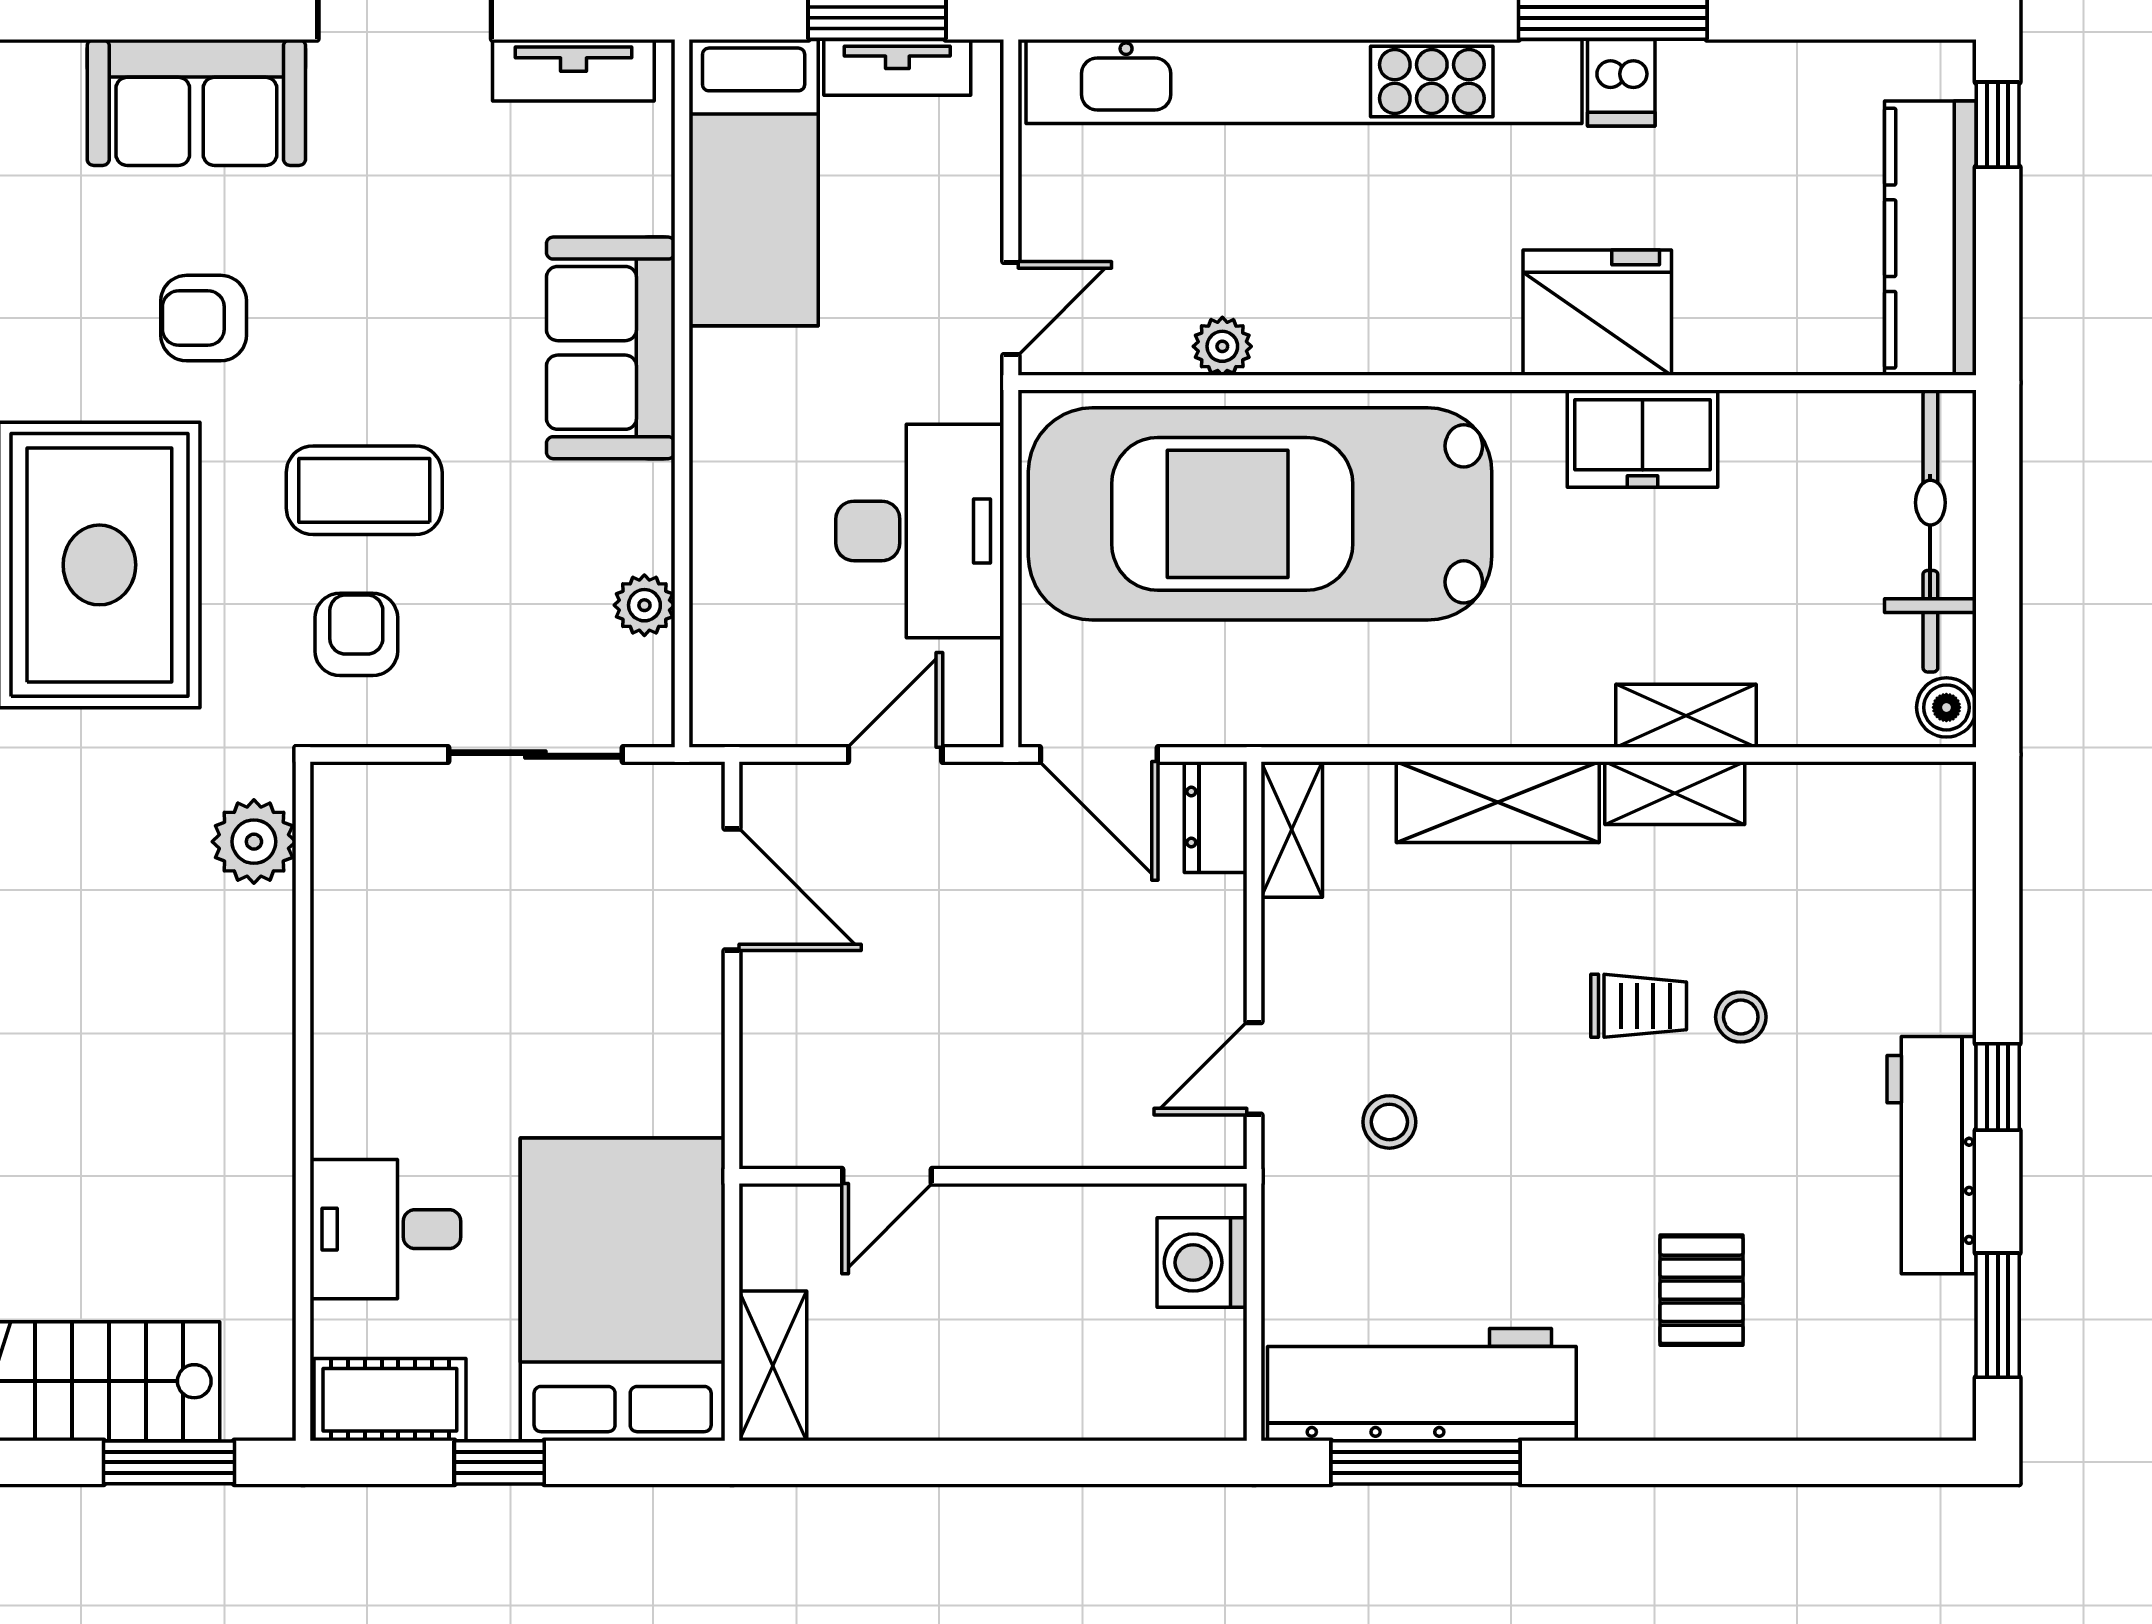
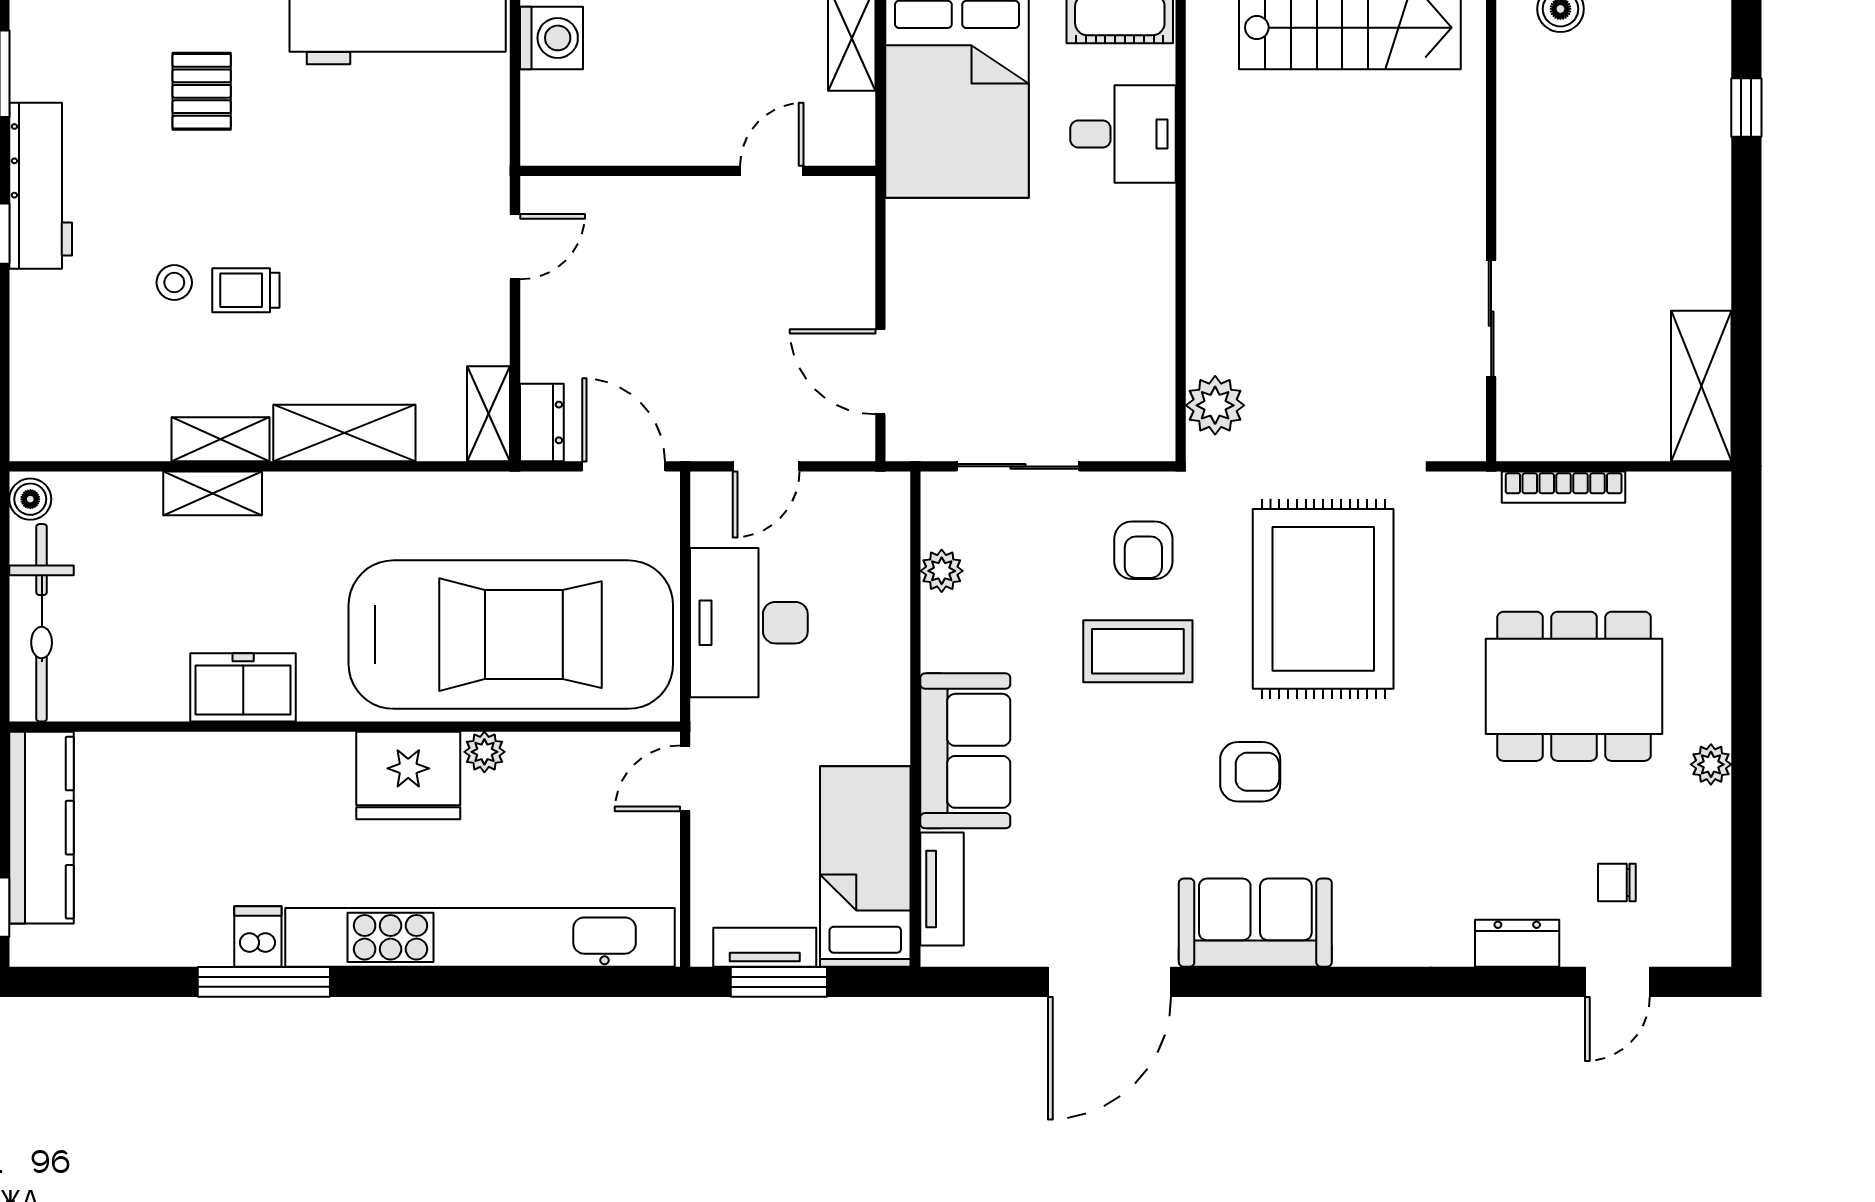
tv unit: (573, 70) -> (942, 889), moved, turned 90
fridge: (1597, 313) -> (408, 776), moved
plant: (1222, 346) -> (484, 752), moved
stool: (1389, 1122) -> (420, 209), removed
washing machine: (1202, 1263) -> (551, 38), moved

